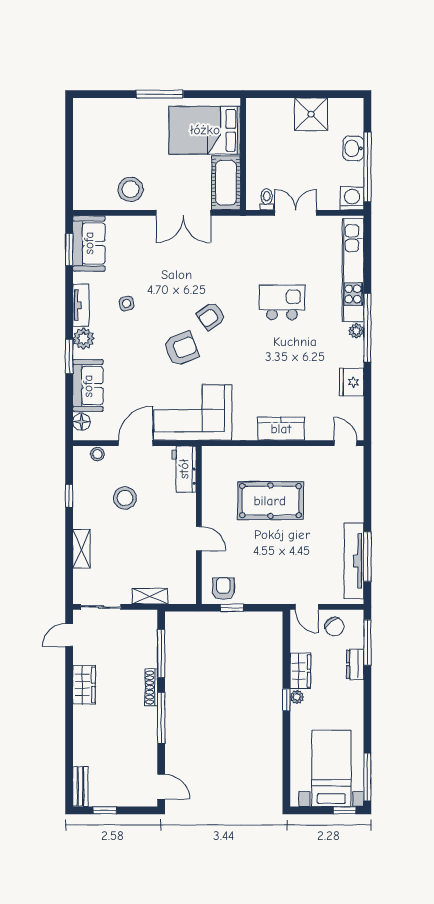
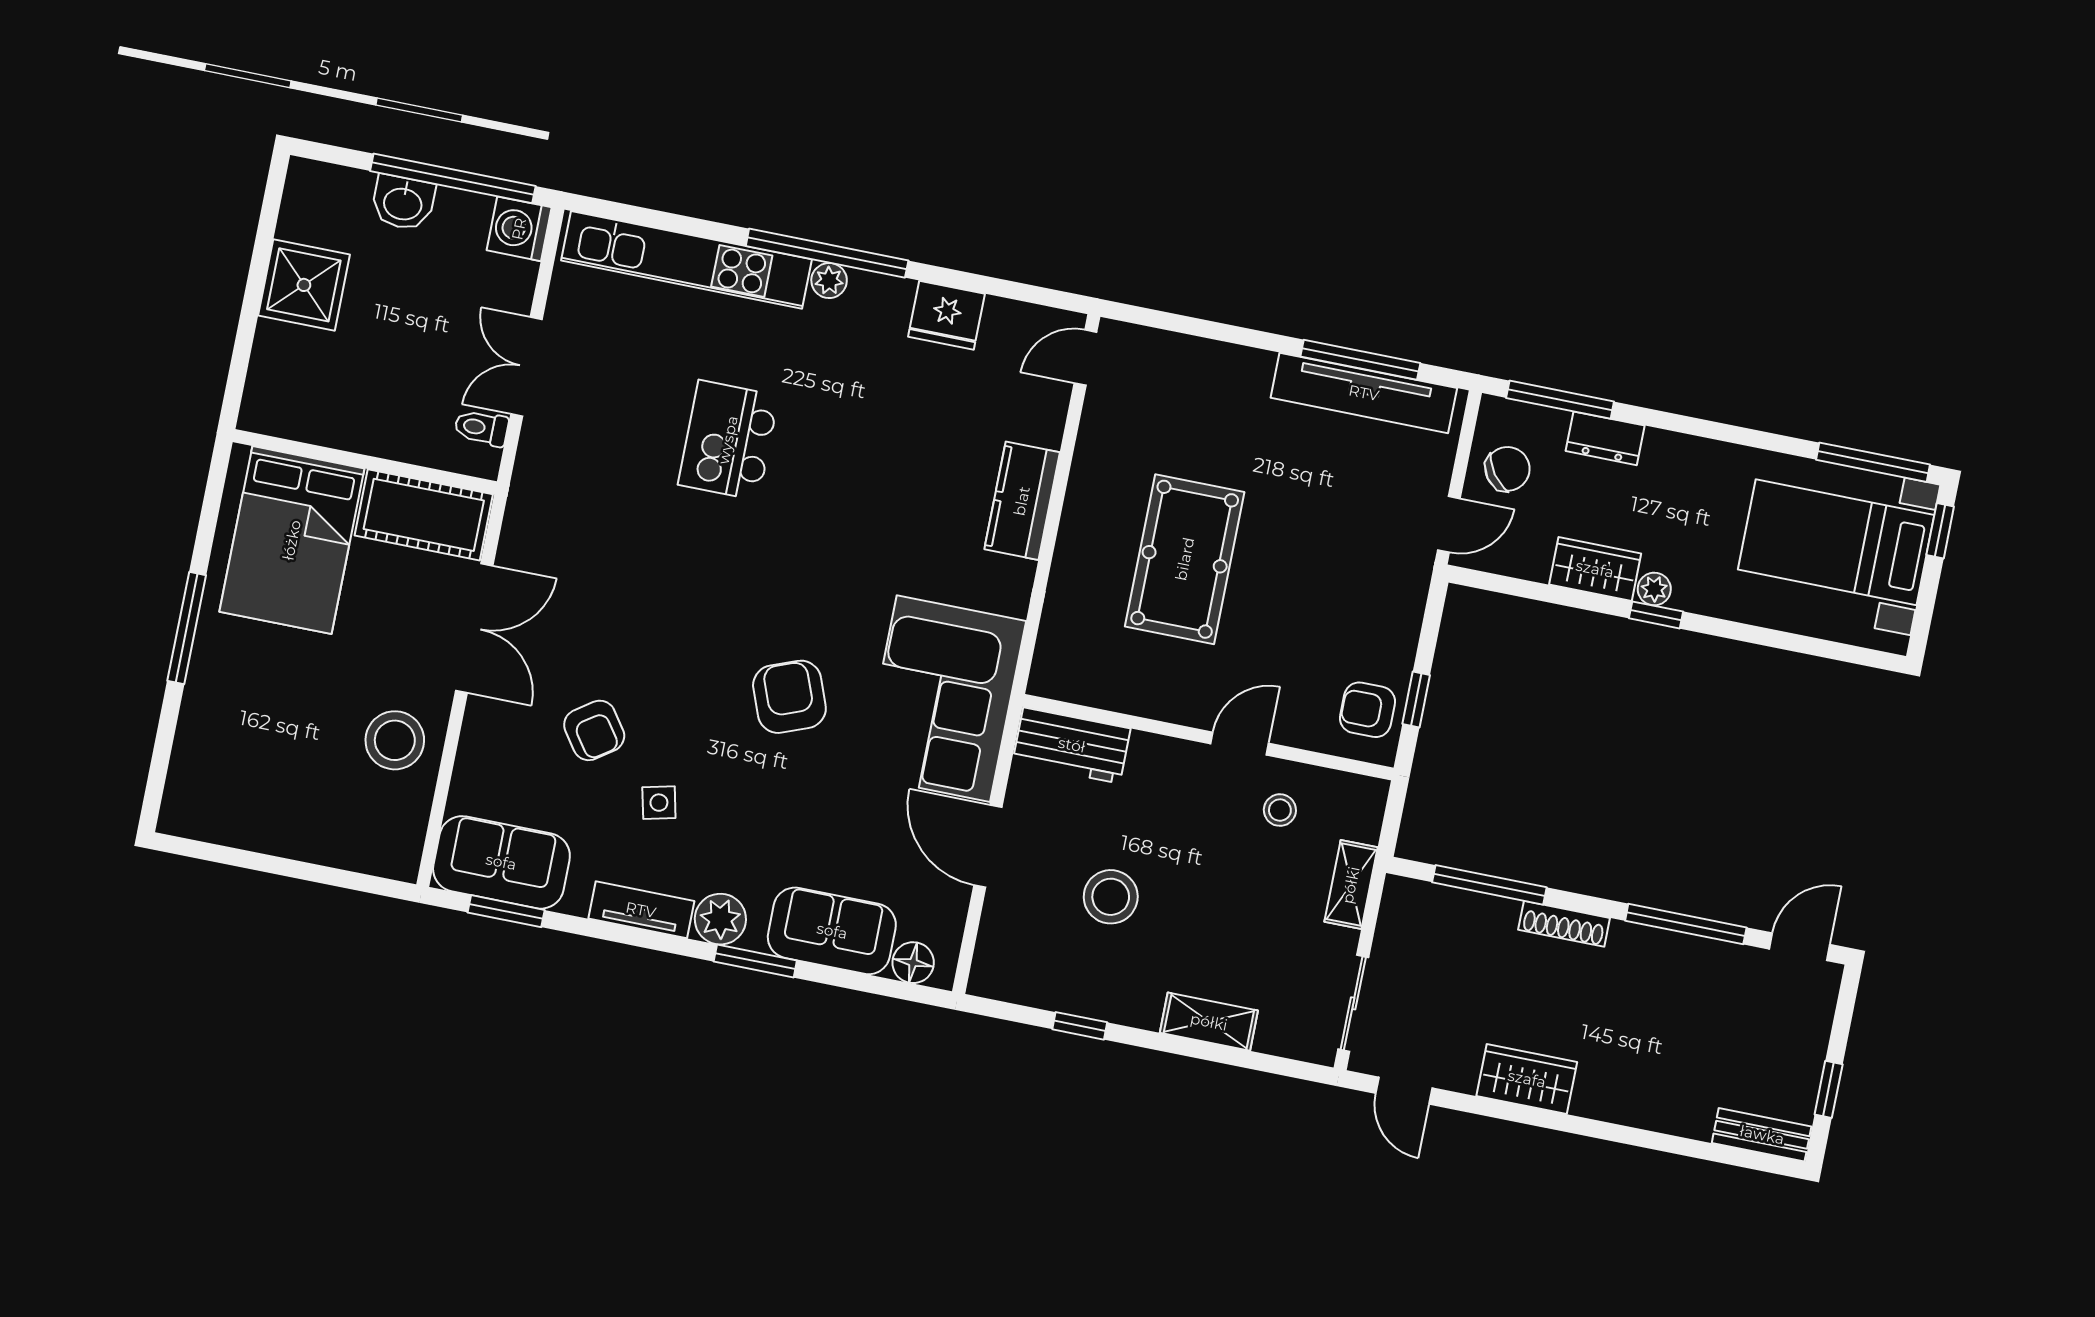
armchair: (211, 316) -> (594, 730), moved
stool: (97, 454) -> (1280, 810), moved
window: (161, 718) -> (1686, 924), moved

